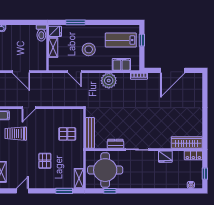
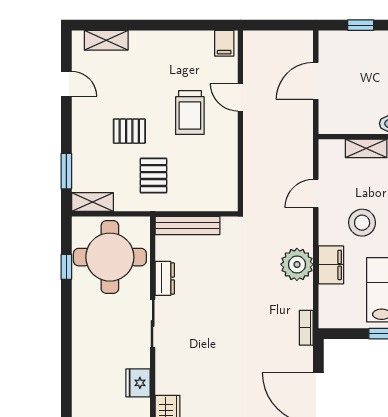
filing cabinet: (121, 64) -> (331, 265), moved
trolley: (16, 134) -> (190, 113), moved, turned 180
pallet: (67, 134) -> (153, 176), moved

